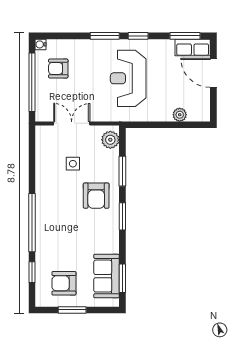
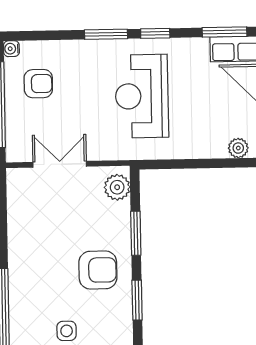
armchair: (58, 68) -> (38, 84), turned 180
plant: (180, 115) -> (238, 148), moved
side table: (73, 164) -> (67, 331), moved
armchair: (96, 196) -> (98, 270), turned -90

